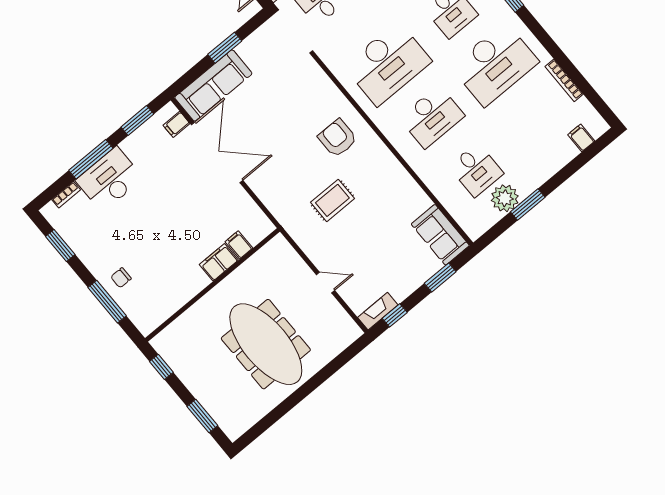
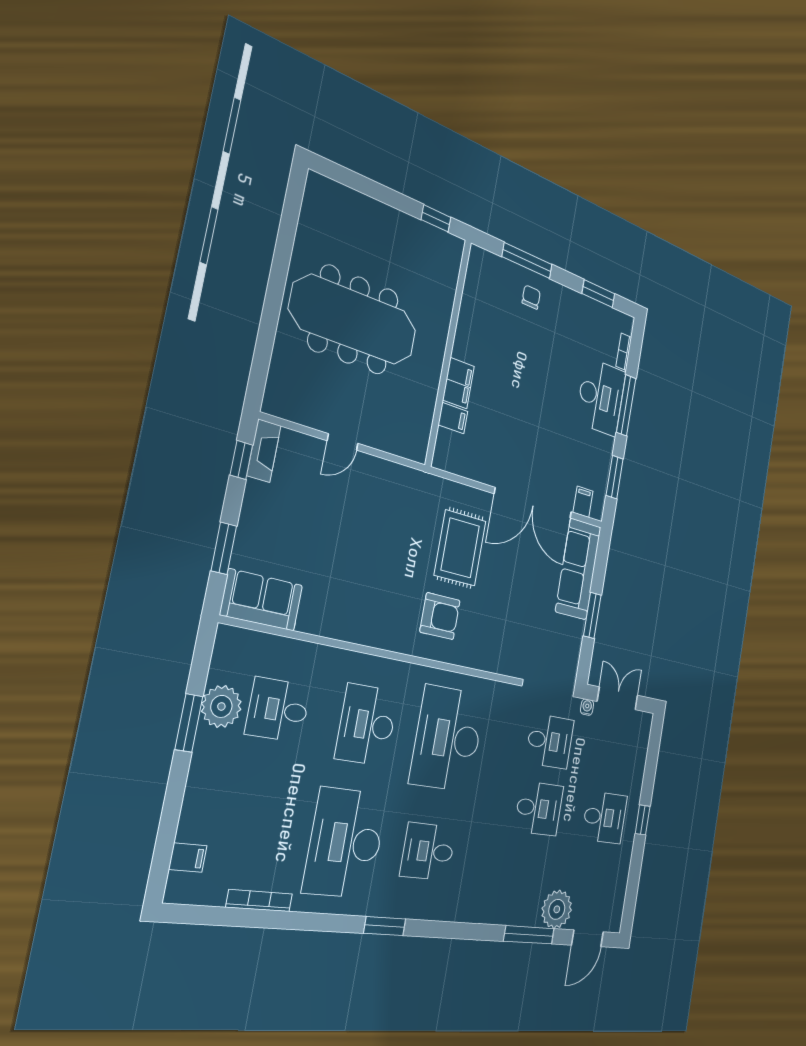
rug: (332, 200) -> (460, 548), moved, width x1.36, depth x1.43
window: (202, 416) -> (360, 183), removed

